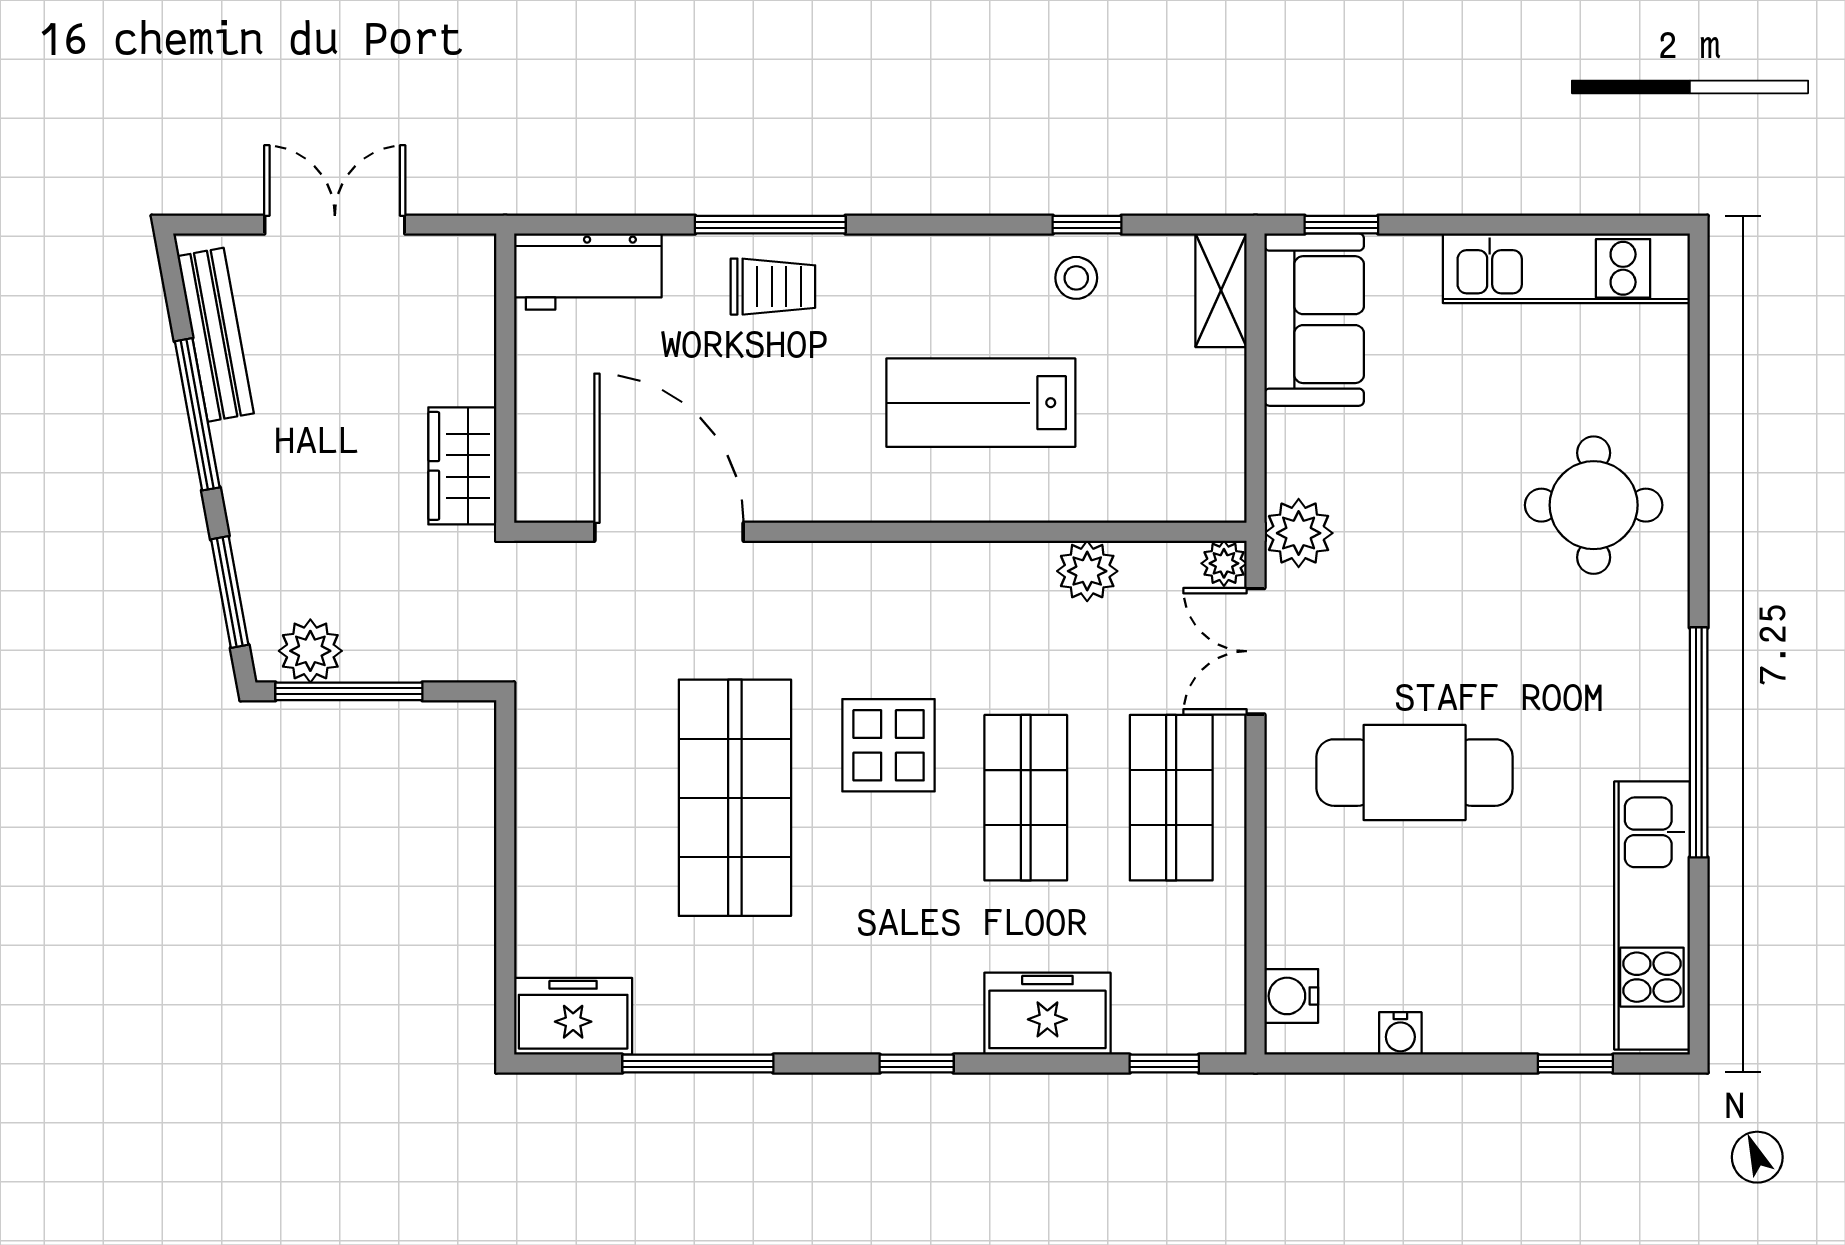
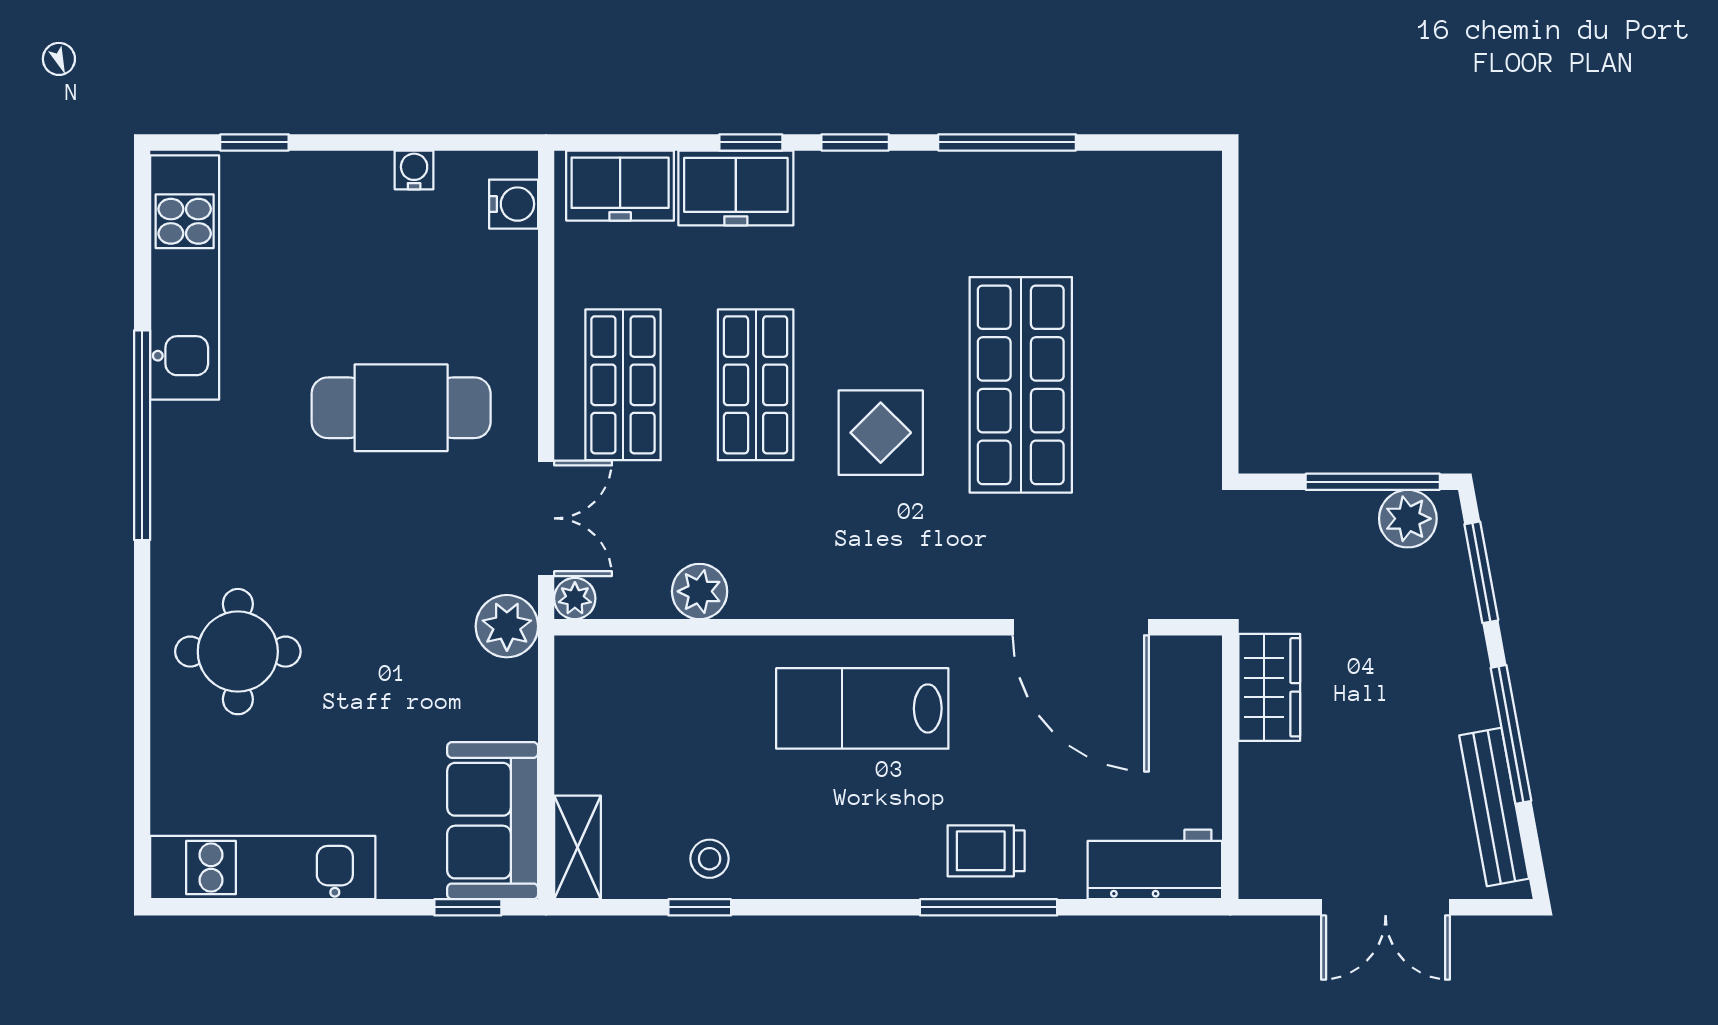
lab bench: (981, 403) -> (862, 708), moved, turned 180
freezer: (573, 1016) -> (620, 186), moved
window: (698, 1064) -> (1007, 142), moved
window: (1164, 1064) -> (751, 142), moved

